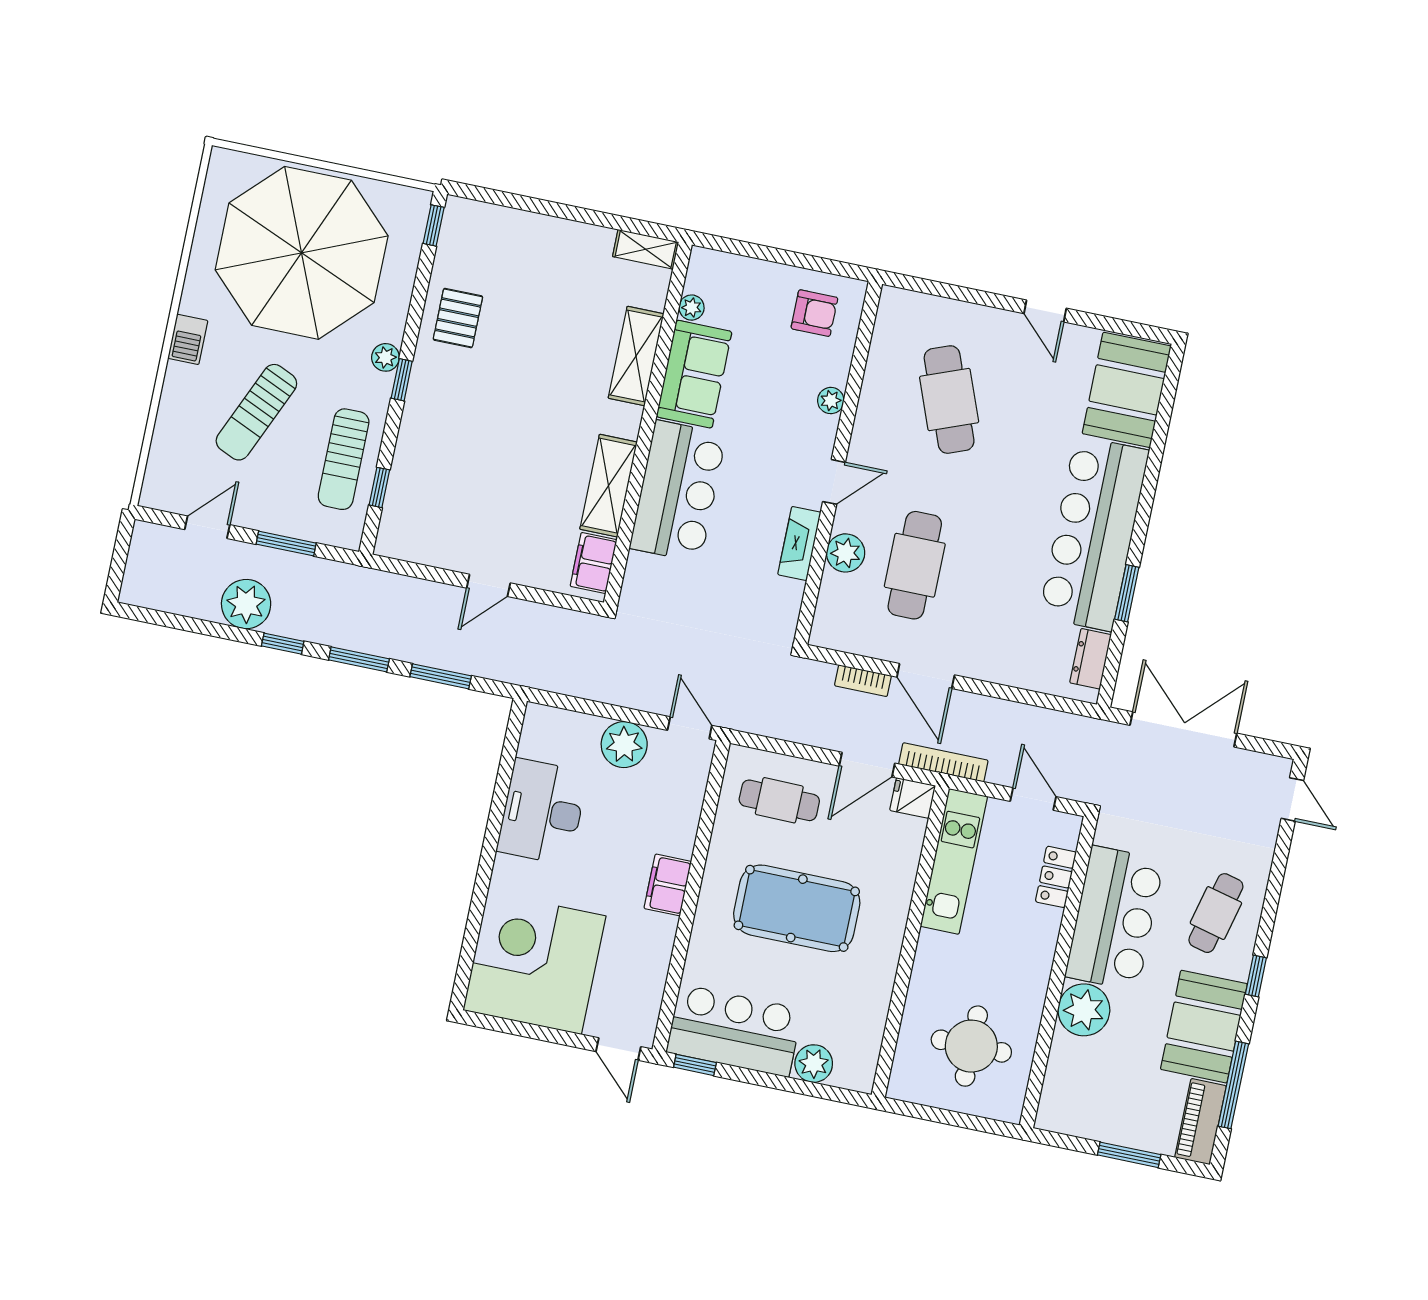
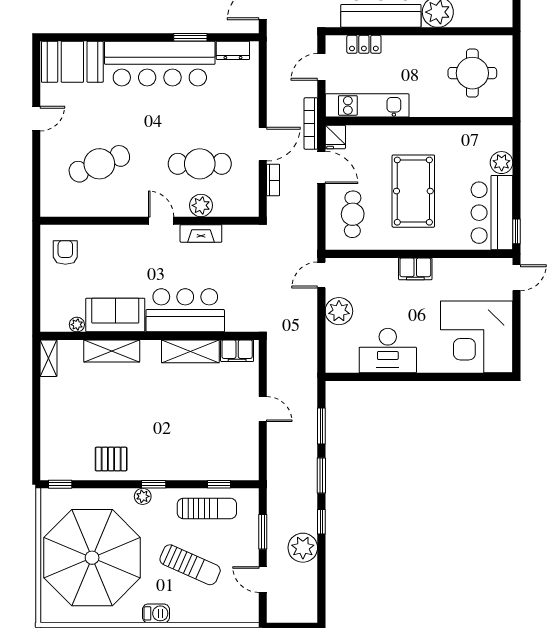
plant: (831, 401) -> (114, 232), removed

